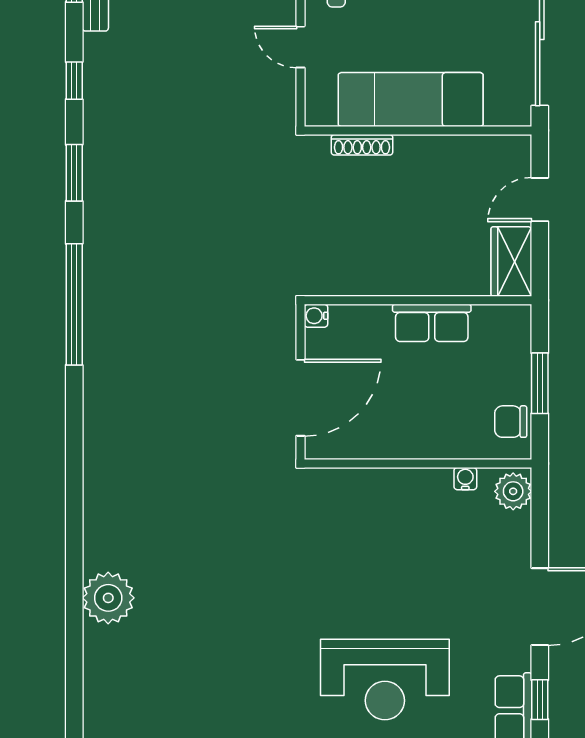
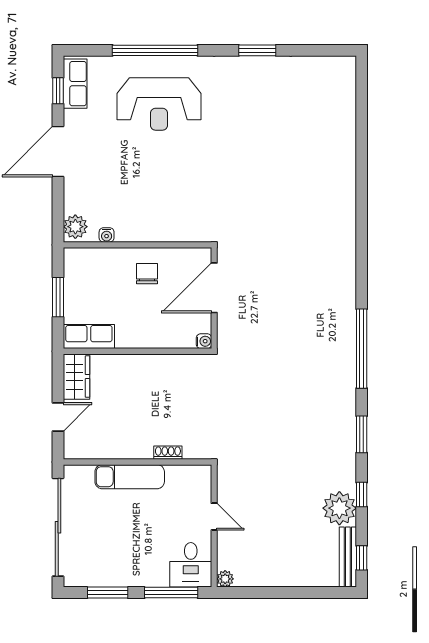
exam couch: (411, 100) -> (130, 477), width x0.73, depth x0.69
shoe rack: (362, 145) -> (168, 453), width x0.70
row of seats: (432, 323) -> (89, 337), moved
chair: (511, 422) -> (147, 274), moved, turned -90
plant: (108, 598) -> (339, 508), moved
reception desk: (385, 679) -> (159, 104), turned 180

